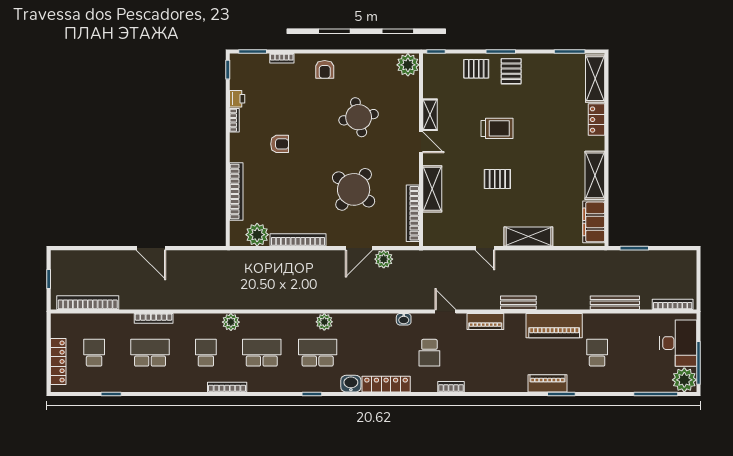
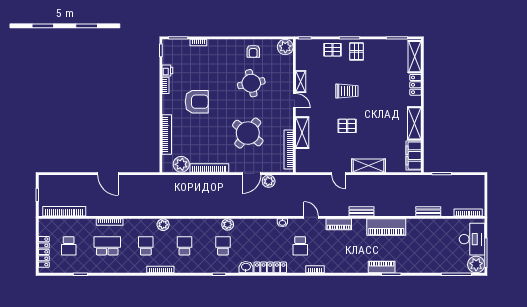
armchair: (325, 69) -> (253, 51), moved
armchair: (280, 144) -> (197, 102), width x1.88, depth x1.88
bench: (615, 303) -> (428, 211), width x0.73
school desk: (94, 353) -> (69, 246), turned 180
school desk: (262, 353) -> (184, 246), width x0.54
school desk: (318, 353) -> (223, 246), width x0.54
school desk: (597, 353) -> (416, 246), removed

